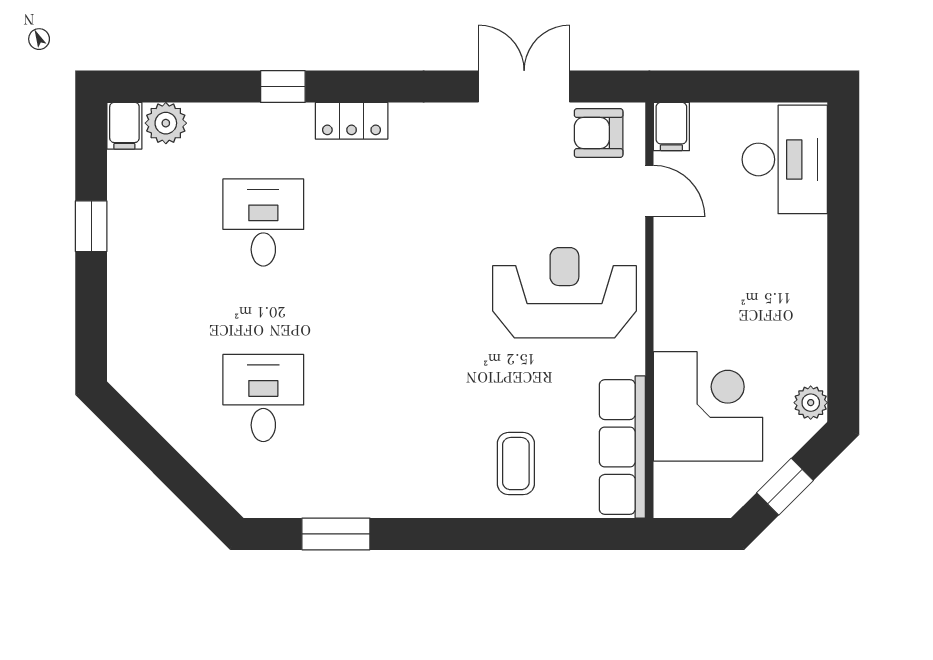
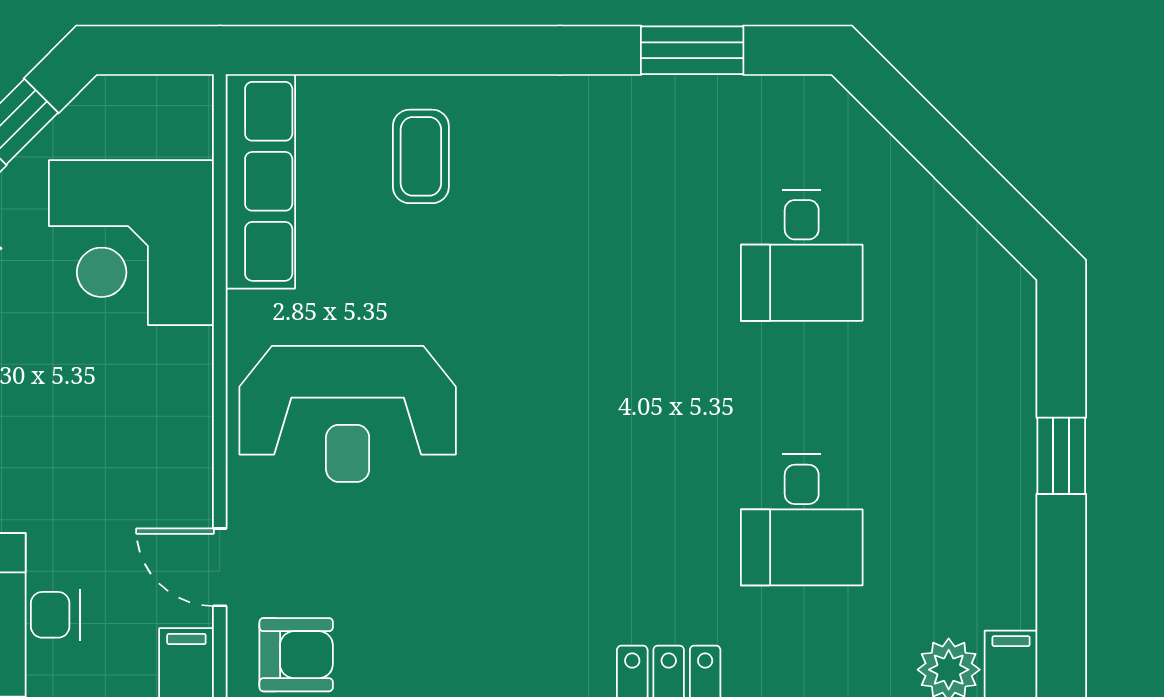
window: (91, 226) -> (1061, 456), moved

